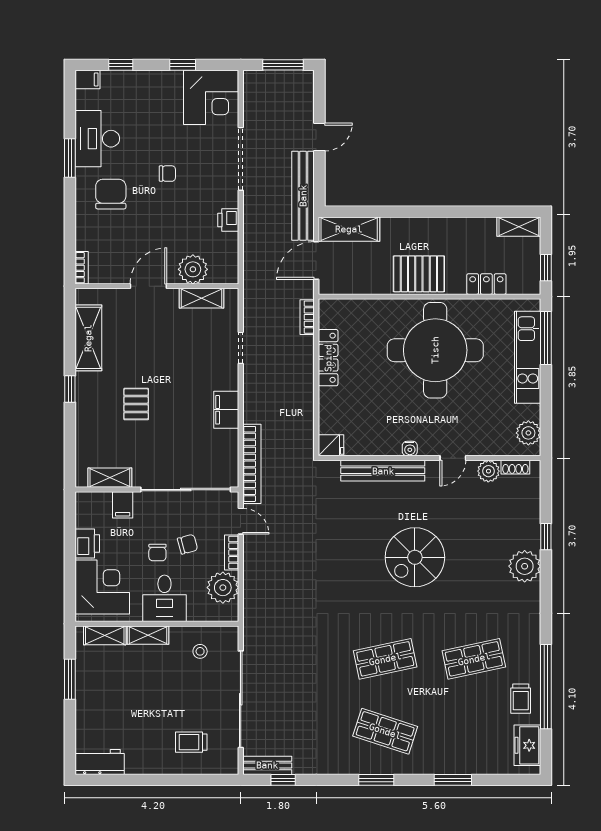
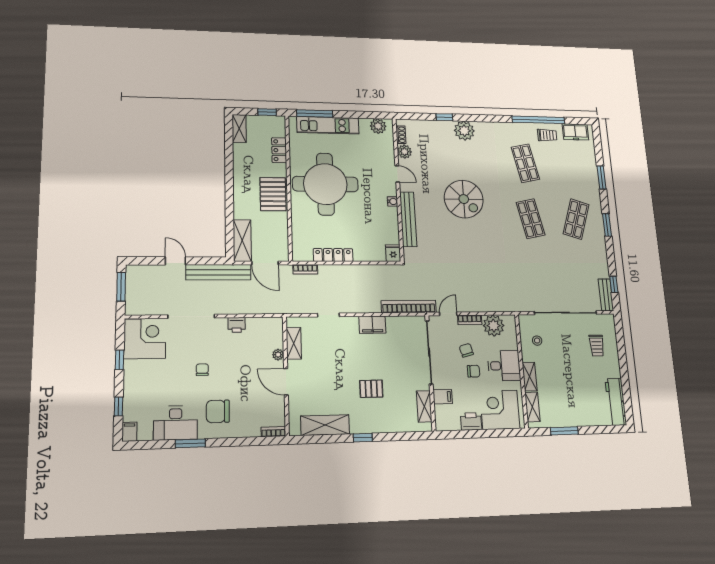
plant: (193, 269) -> (278, 355), width x0.53, depth x0.53
workbench: (100, 762) -> (616, 402), width x1.38

